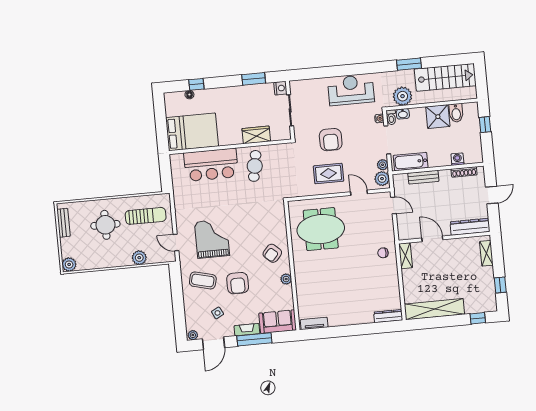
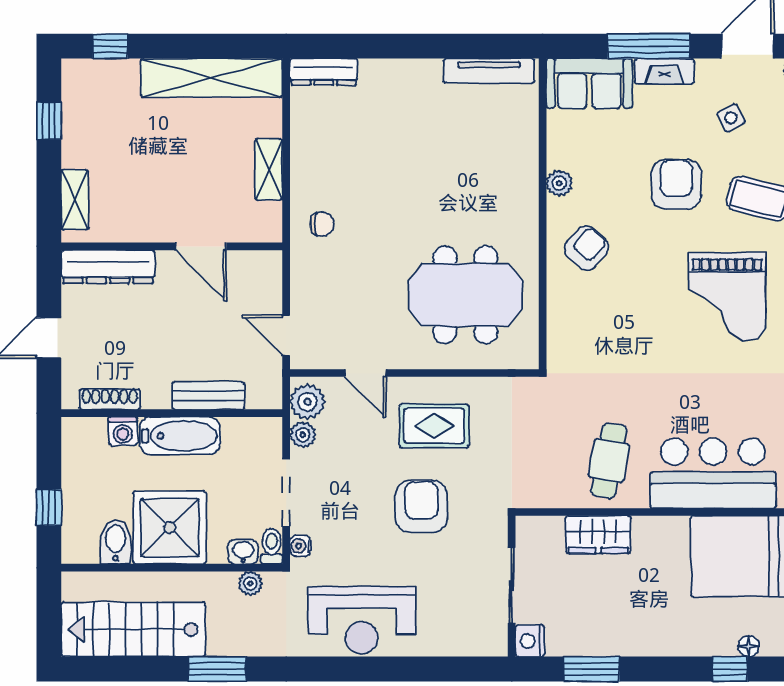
plant: (403, 96) -> (250, 583), width x0.53, depth x0.53
shower: (438, 117) -> (170, 527), width x1.37, depth x1.37
bathtub: (411, 162) -> (180, 436), moved
shelving: (406, 256) -> (269, 169), moved
tv unit: (314, 323) -> (489, 71), width x1.41

